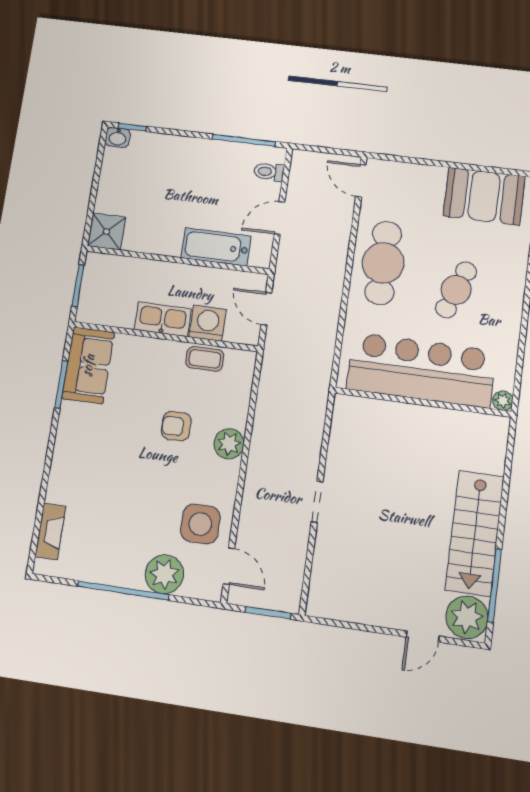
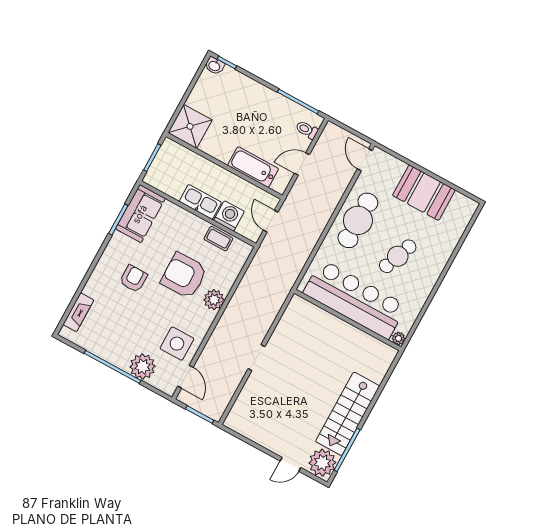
booth: (484, 196) -> (424, 193), moved
shower: (107, 232) -> (190, 126), width x1.36, depth x1.36
armchair: (176, 426) -> (184, 275), width x1.88, depth x1.88
armchair: (109, 457) -> (133, 279), added

